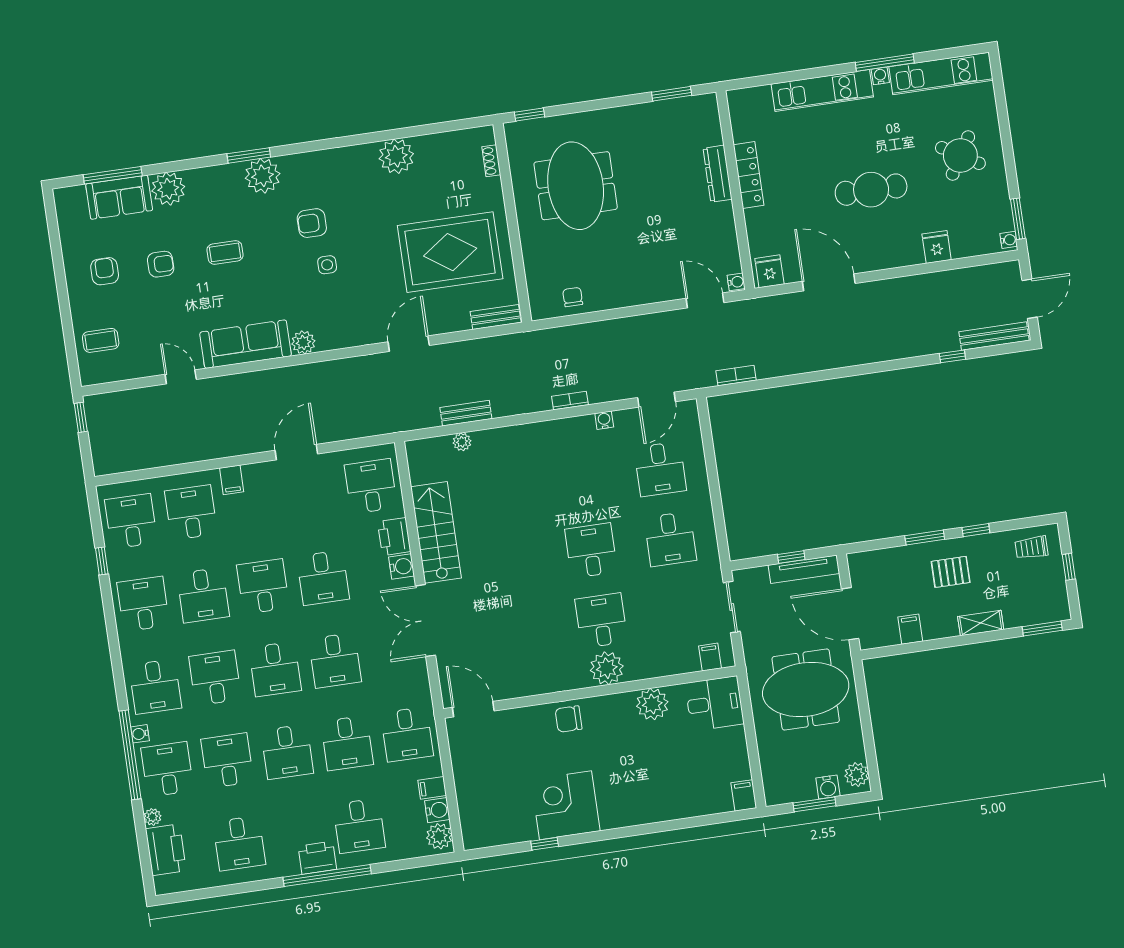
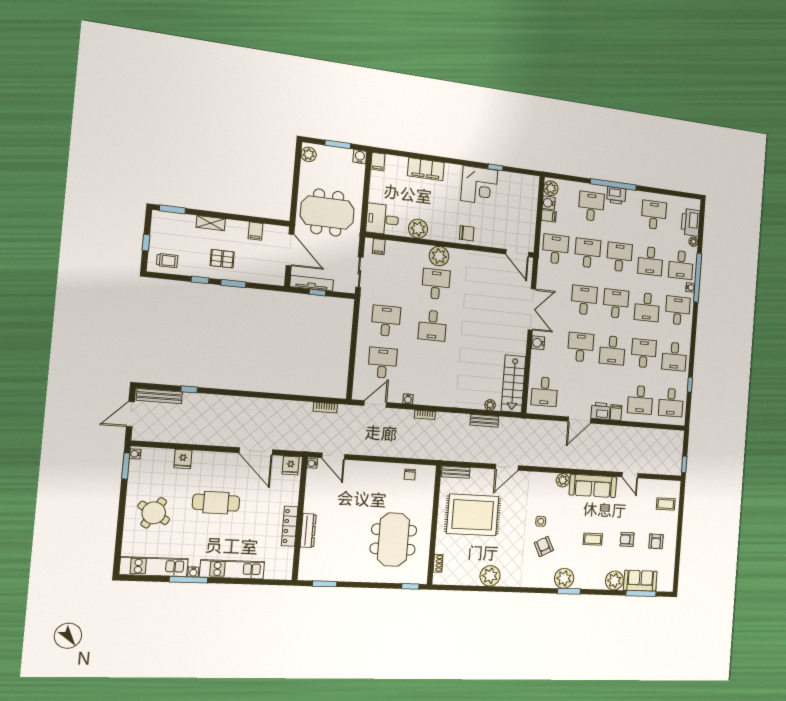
armchair: (312, 223) -> (544, 547), turned -117
stairs: (436, 532) -> (513, 384), moved
printer: (394, 537) -> (601, 411), moved, turned -90
desk: (601, 620) -> (436, 284), turned 180
water cooler: (828, 787) -> (360, 157), moved
filing cabinet: (662, 806) -> (426, 169), added

